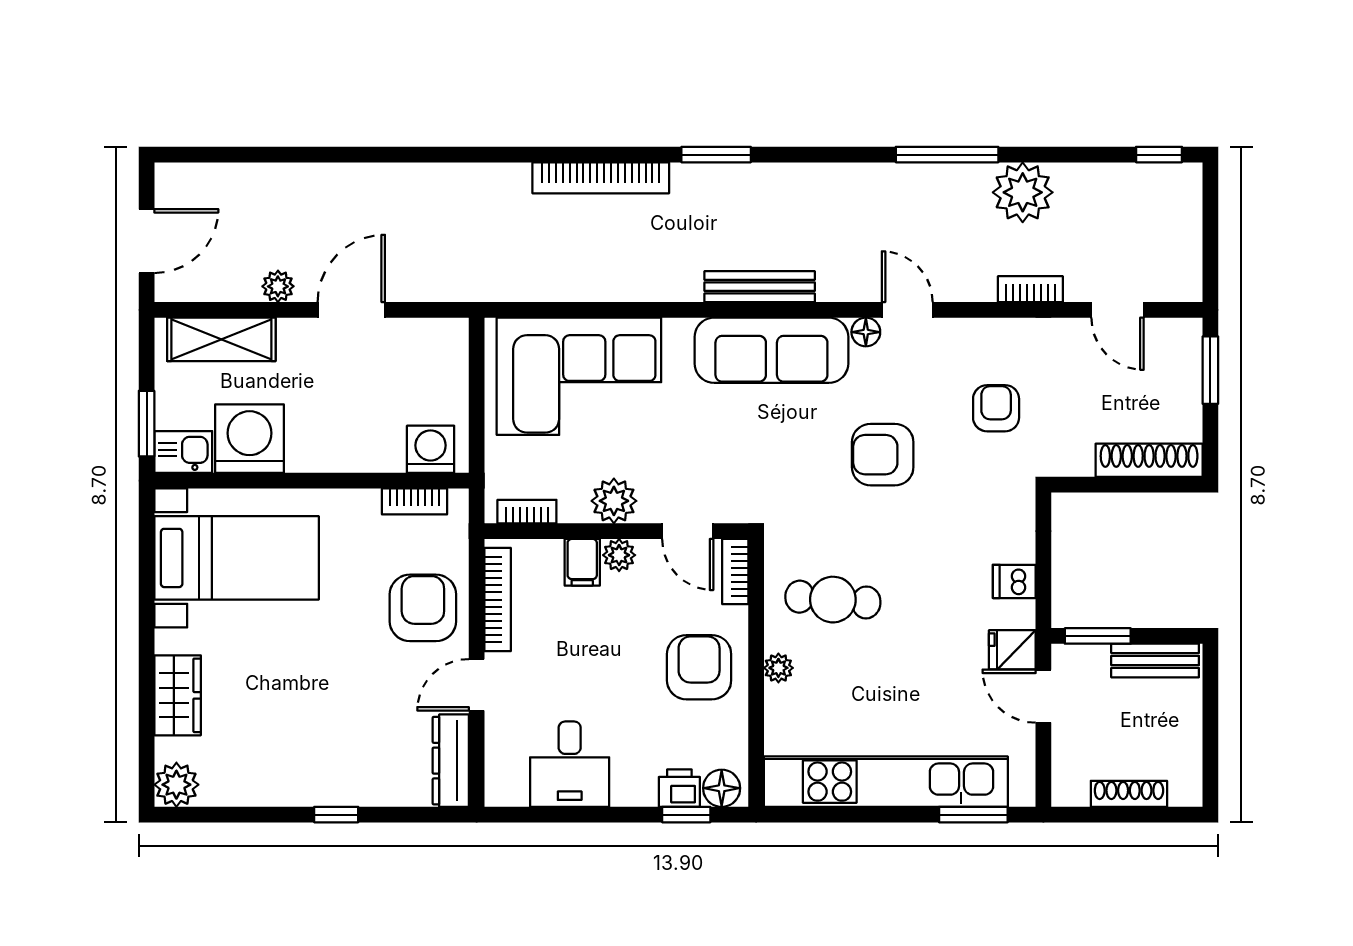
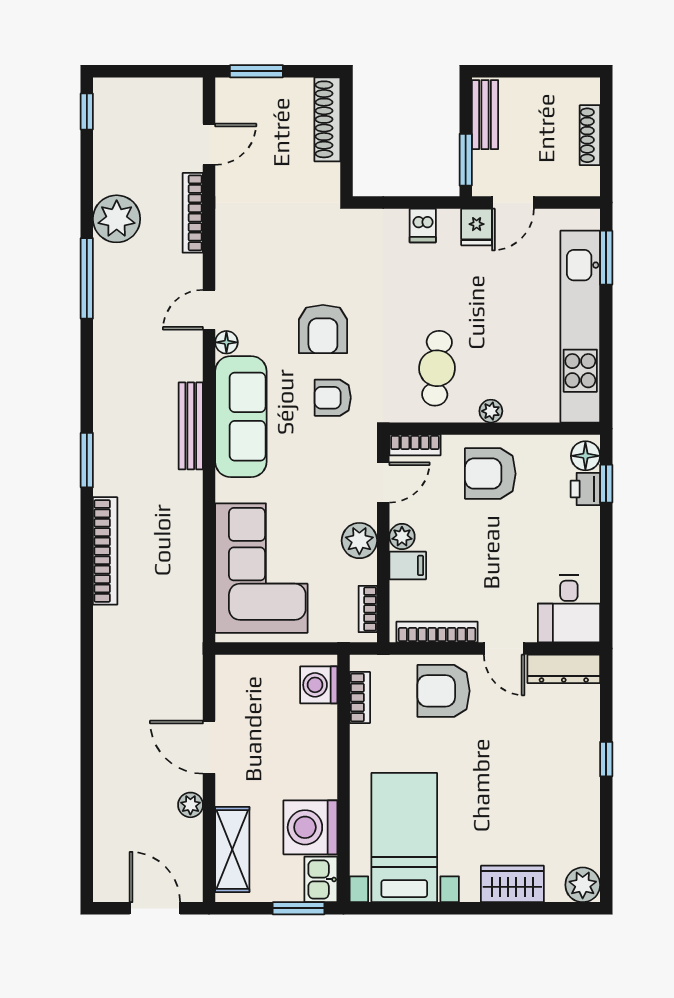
bookcase: (1030, 289) -> (193, 213), width x1.56
armchair: (996, 408) -> (333, 398), moved
desk: (570, 764) -> (569, 609), moved, turned 90

